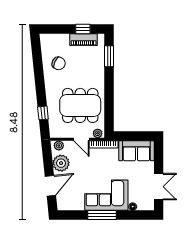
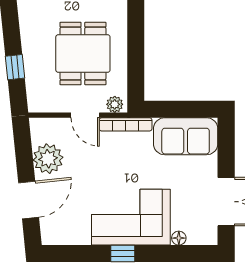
dining table: (80, 105) -> (83, 54), width x0.73
plant: (59, 145) -> (44, 126), removed
window: (102, 215) -> (123, 254), width x0.46

